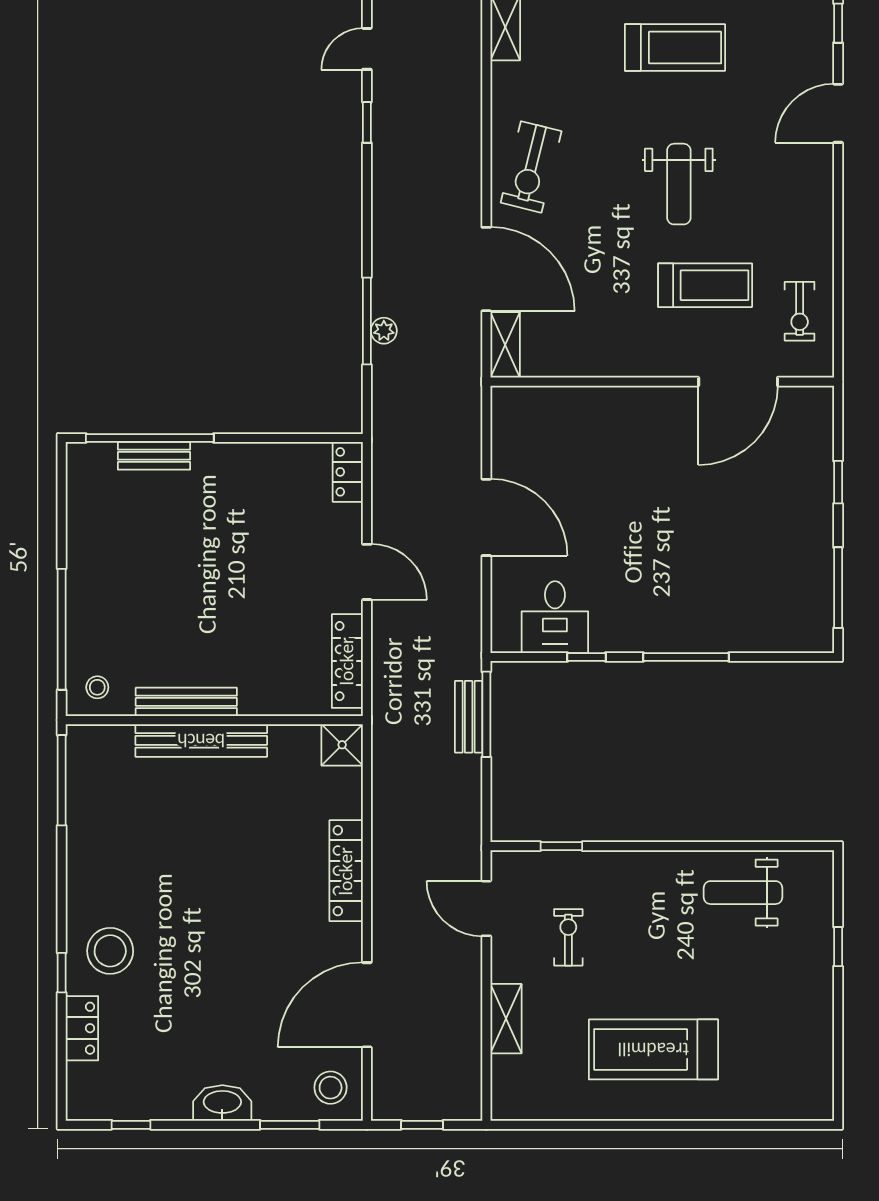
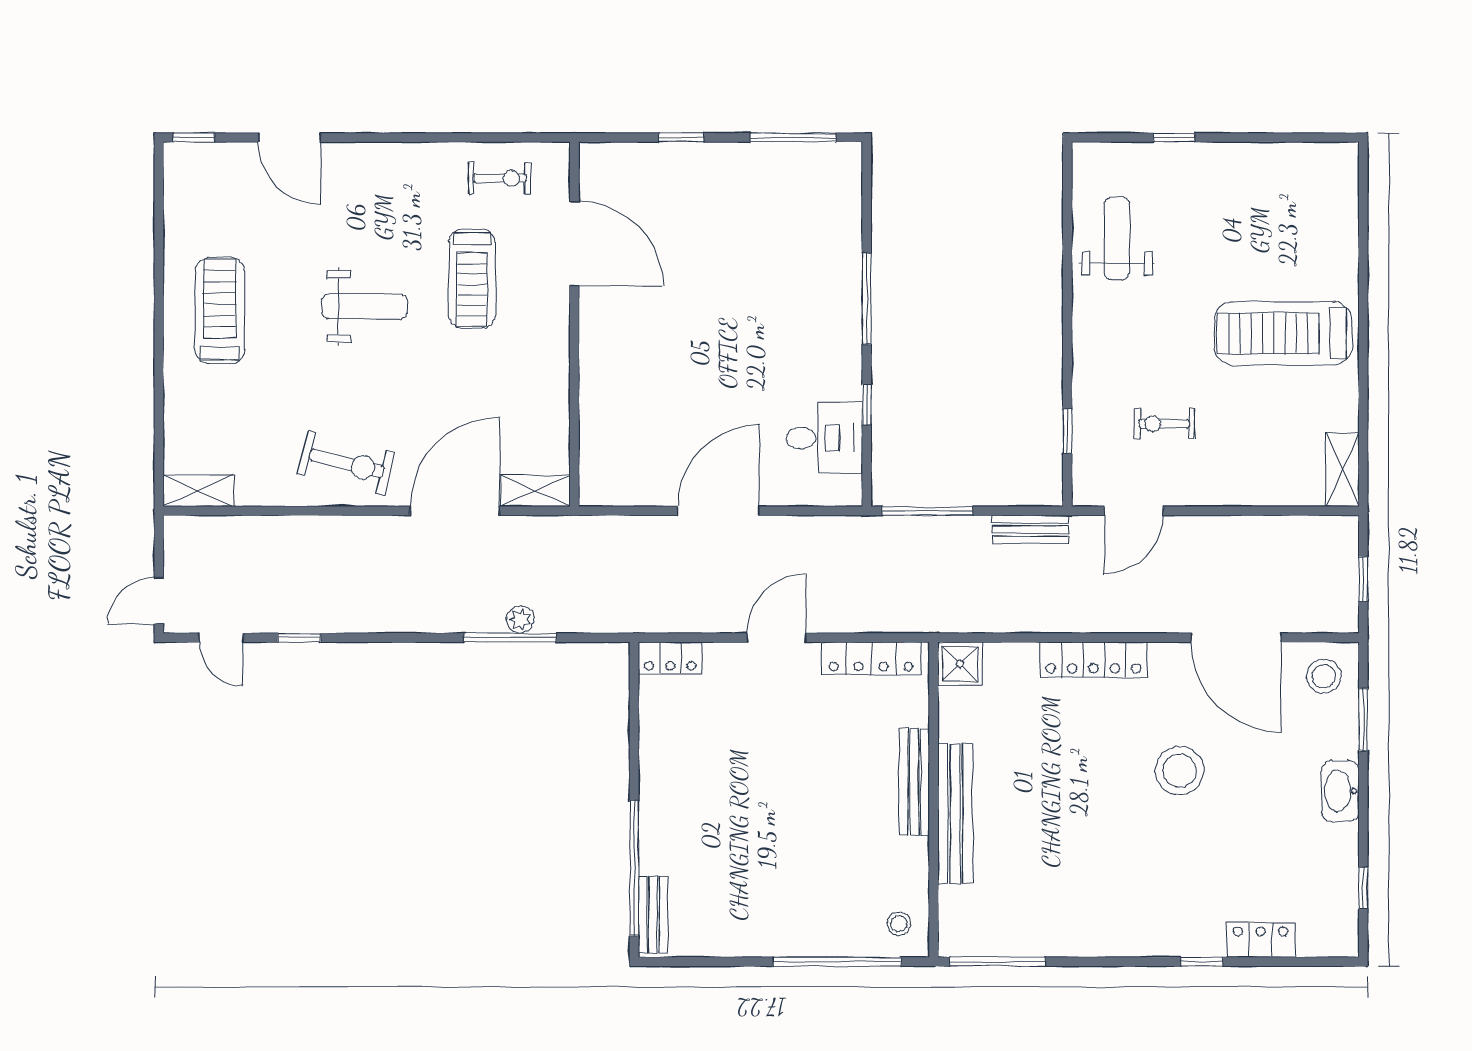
treadmill: (705, 285) -> (472, 279), turned 180
bench: (154, 456) -> (653, 915), moved
bench: (186, 702) -> (914, 782), moved
bench: (469, 717) -> (1031, 530), moved
weight bench: (743, 893) -> (1117, 238), turned 180
stool: (110, 951) -> (1179, 771), moved
shelving: (506, 1019) -> (1342, 469), moved, turned 90
treadmill: (653, 1049) -> (1283, 333), turned 90

